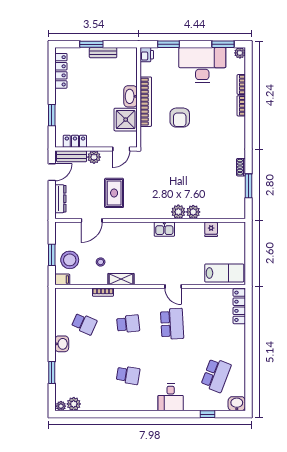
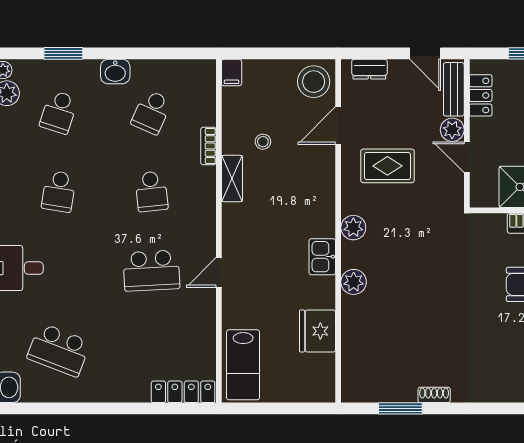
door: (121, 149) -> (467, 157), moved
dresser: (60, 199) -> (369, 69), width x0.70
plant: (193, 212) -> (353, 228), moved
door: (92, 220) -> (338, 125), hinge flipped
fridge: (211, 229) -> (317, 331), width x1.88, depth x1.34
window: (52, 255) -> (276, 53), removed
stool: (70, 260) -> (314, 82), moved
school desk: (84, 375) -> (59, 112), added

